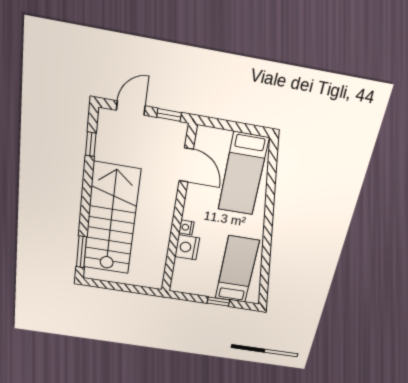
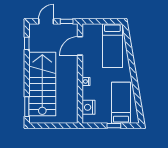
door: (186, 165) -> (80, 46), swing flipped
nightstand: (187, 247) -> (89, 107), moved

